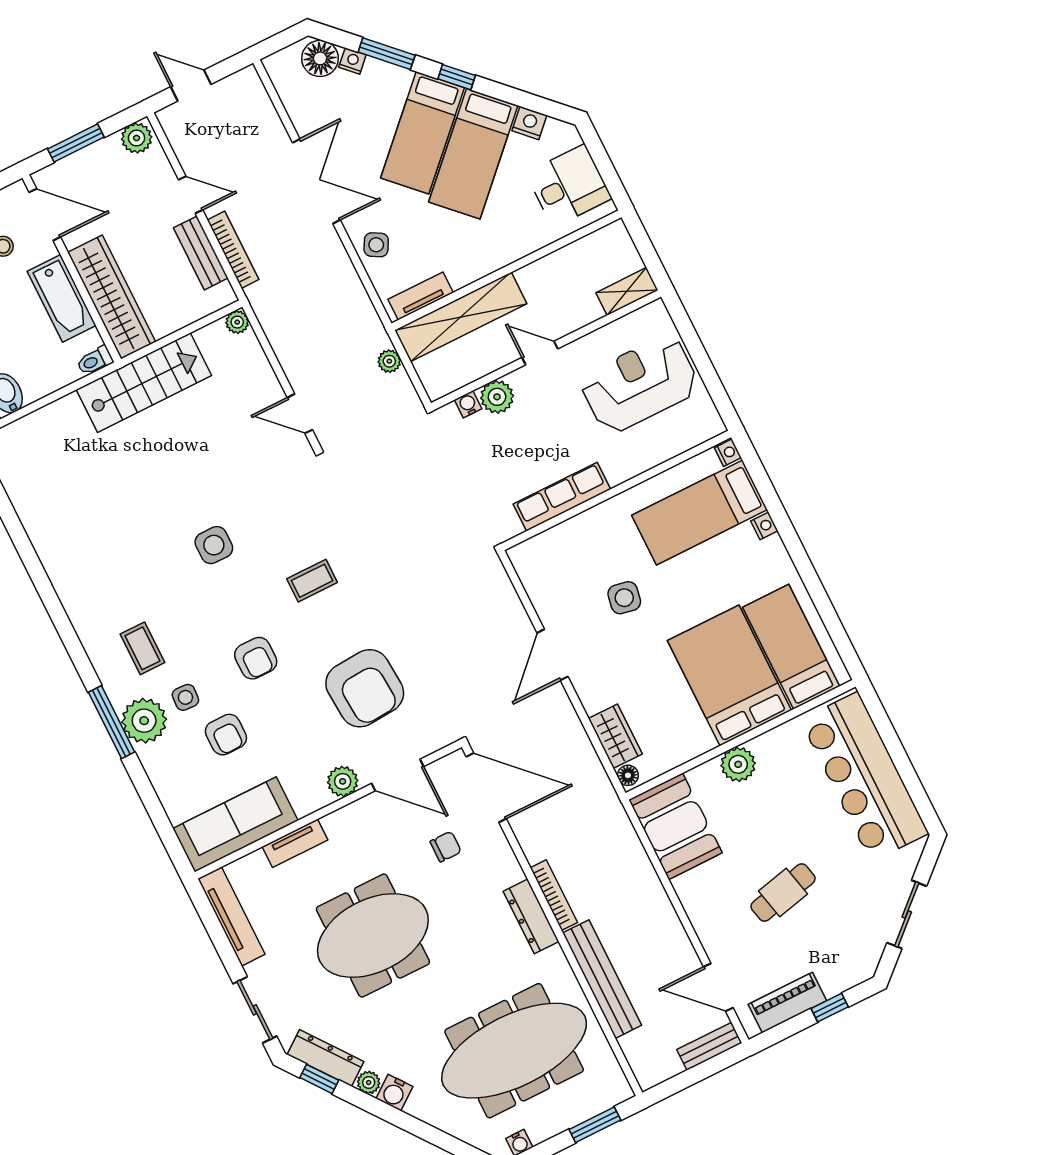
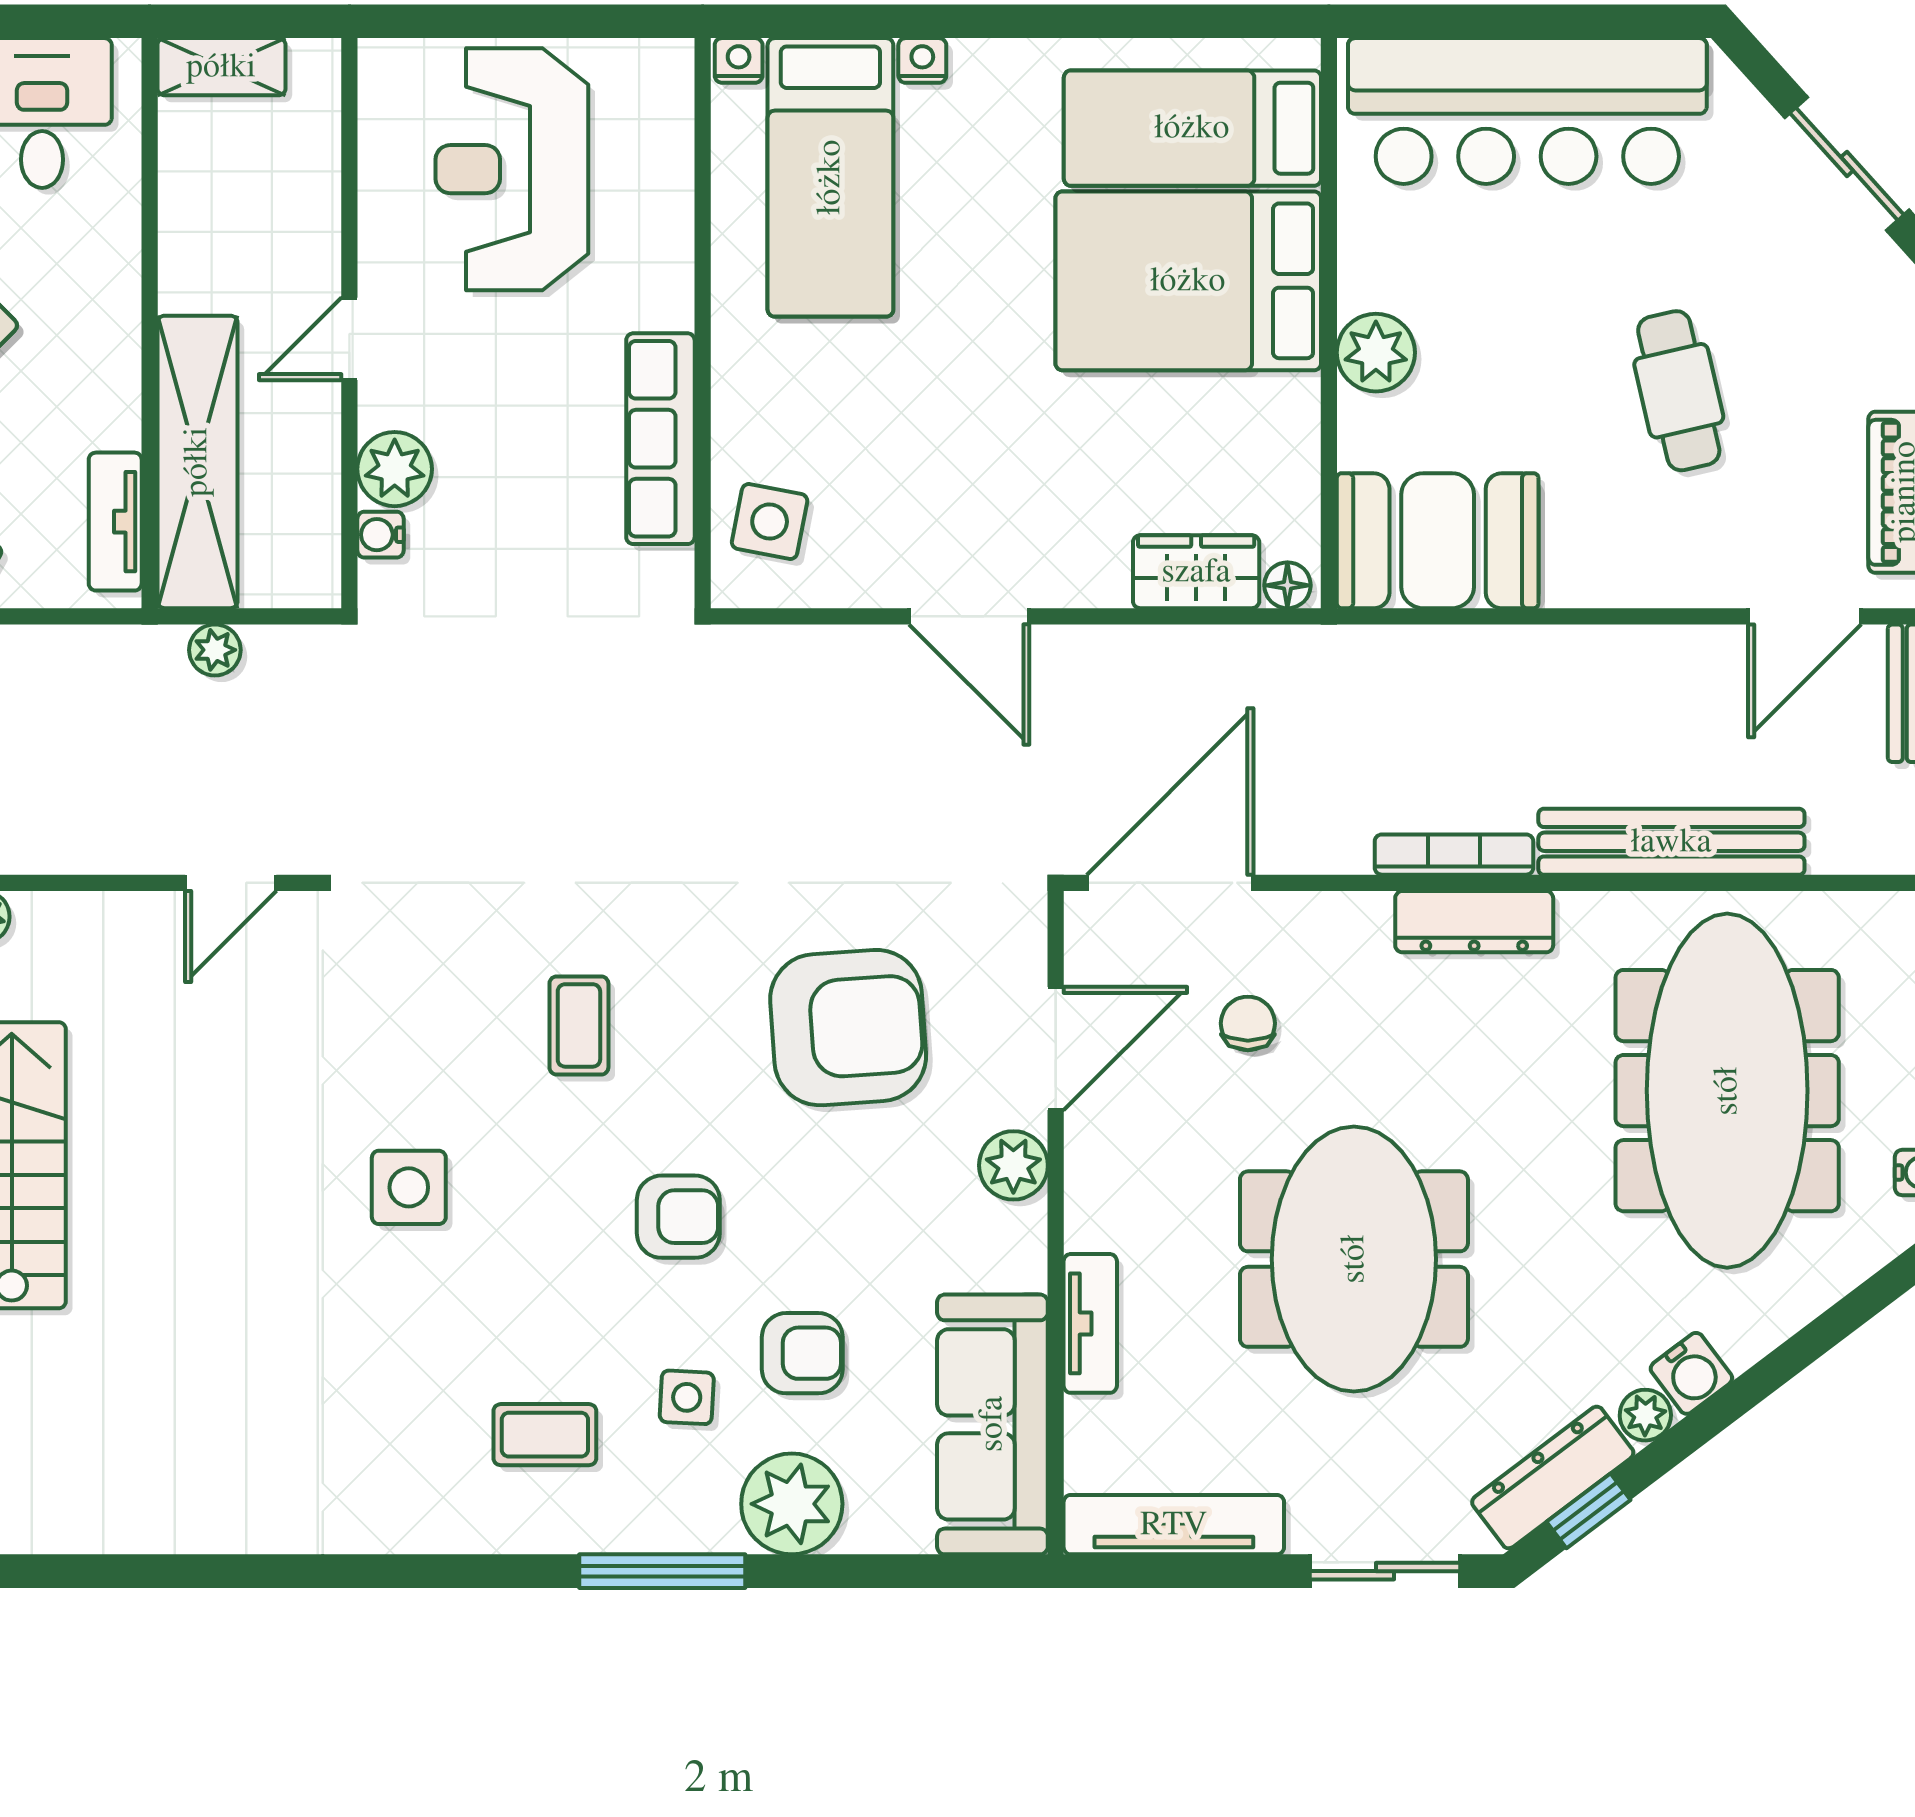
shelving: (627, 291) -> (221, 67), moved, turned 90
side table: (624, 598) -> (770, 522), moved
plant: (144, 721) -> (792, 1504), moved

